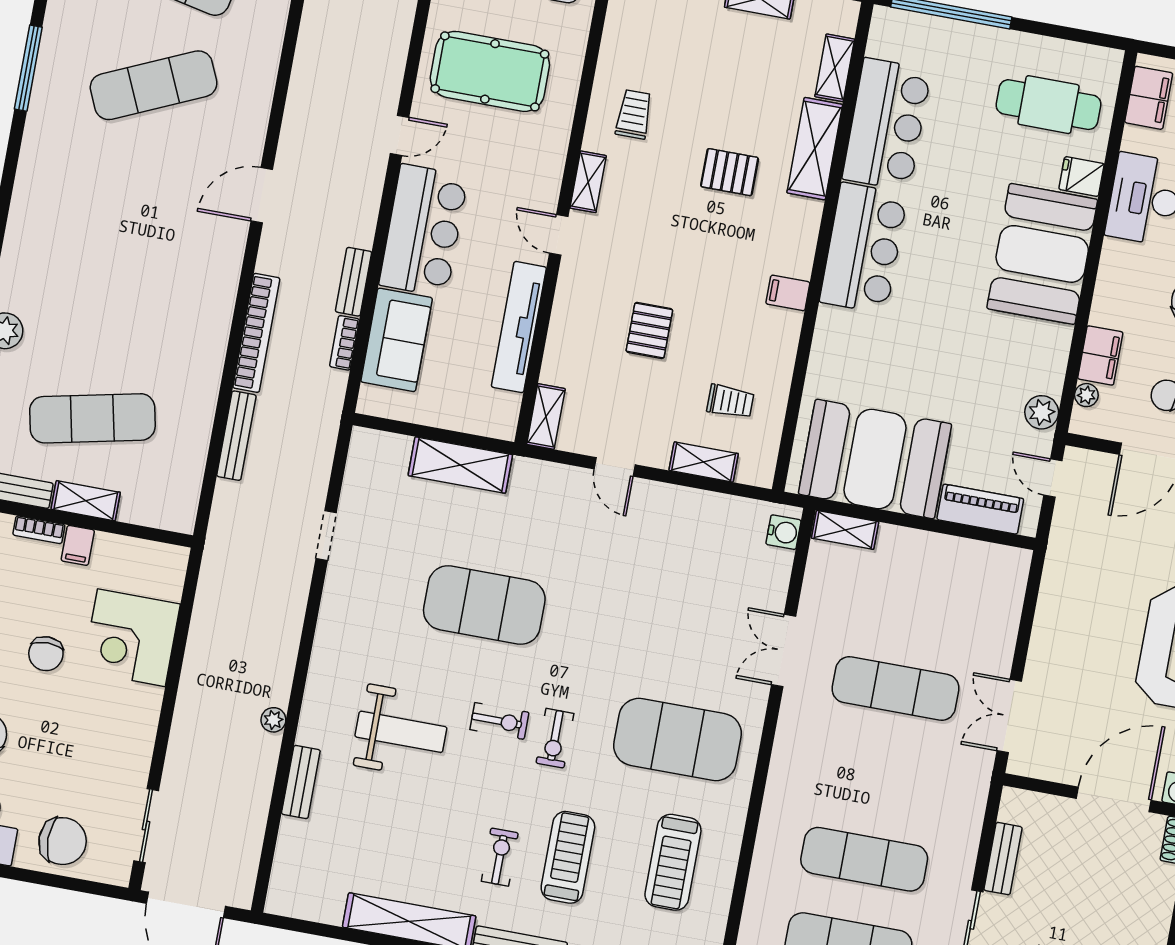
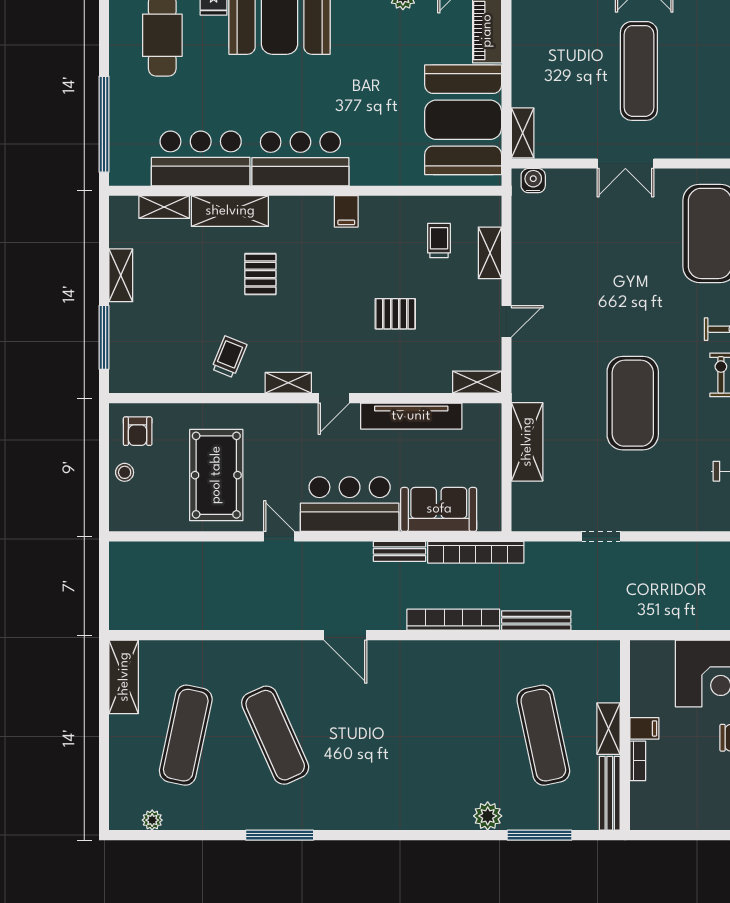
trolley: (634, 114) -> (229, 357), turned 112
bookcase: (344, 343) -> (476, 552), width x2.31, depth x1.31

